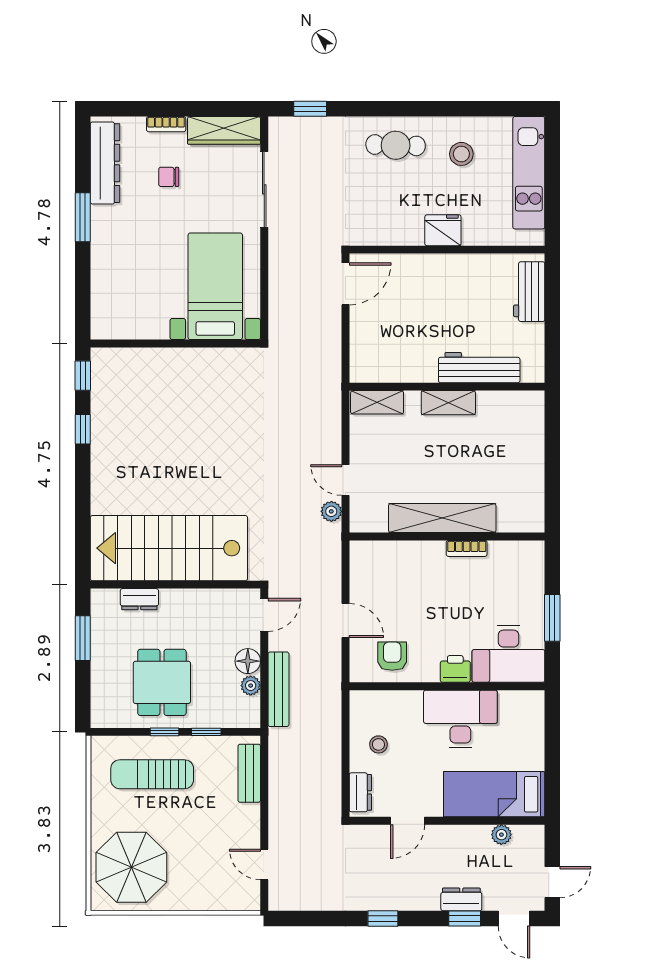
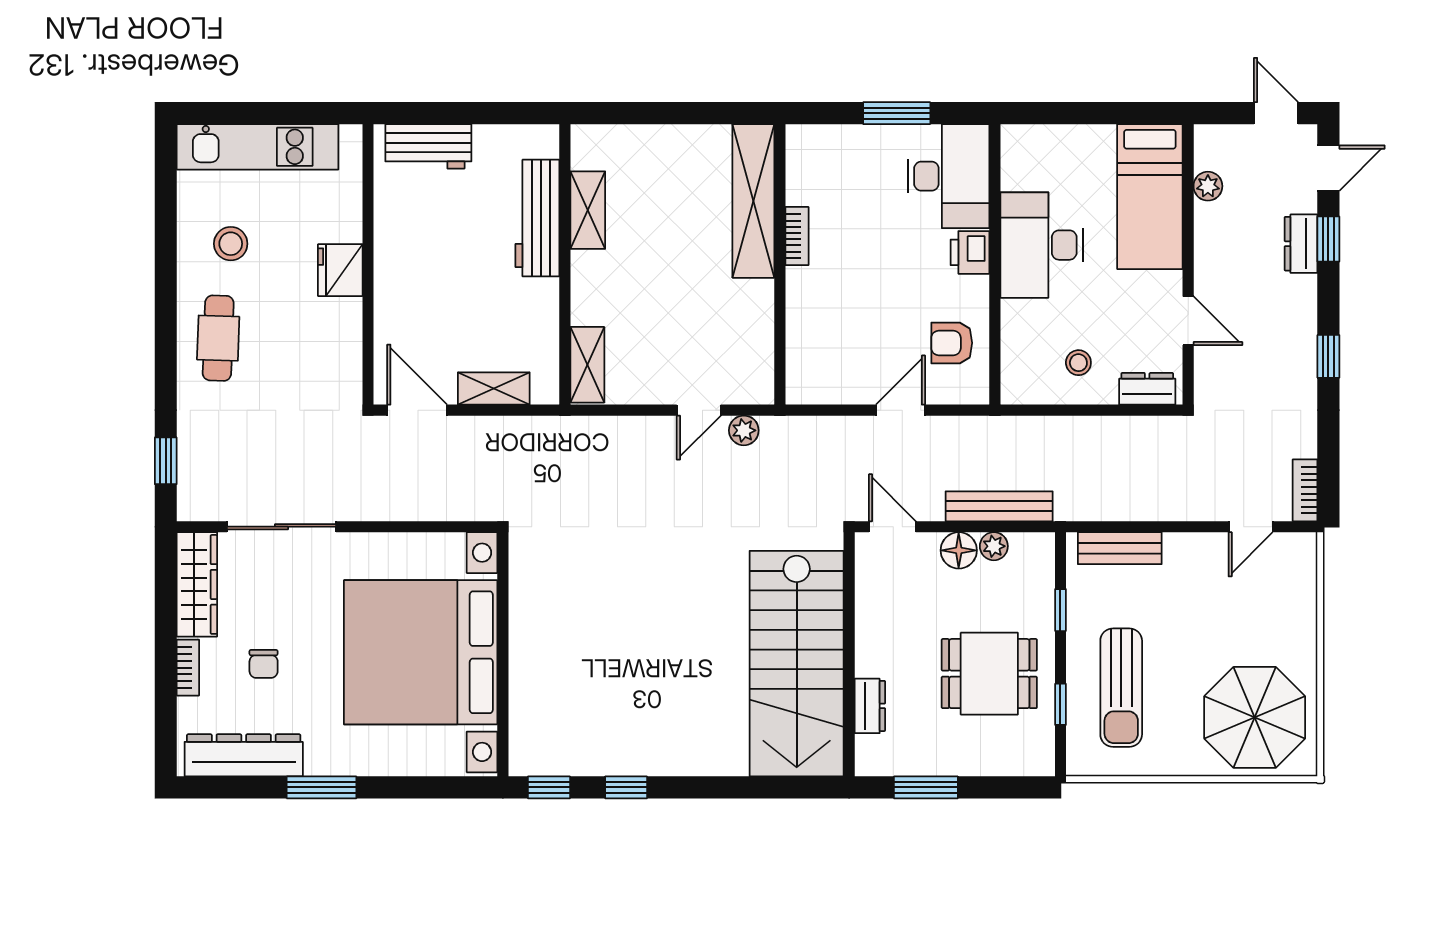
bed with nightstands: (215, 286) -> (421, 652), width x1.85
shelving: (361, 337) -> (494, 388), added
shelving: (448, 403) -> (588, 210), moved
shelving: (442, 518) -> (753, 201), moved
window: (164, 732) -> (1060, 704), moved
bookcase: (290, 902) -> (1305, 490), added

